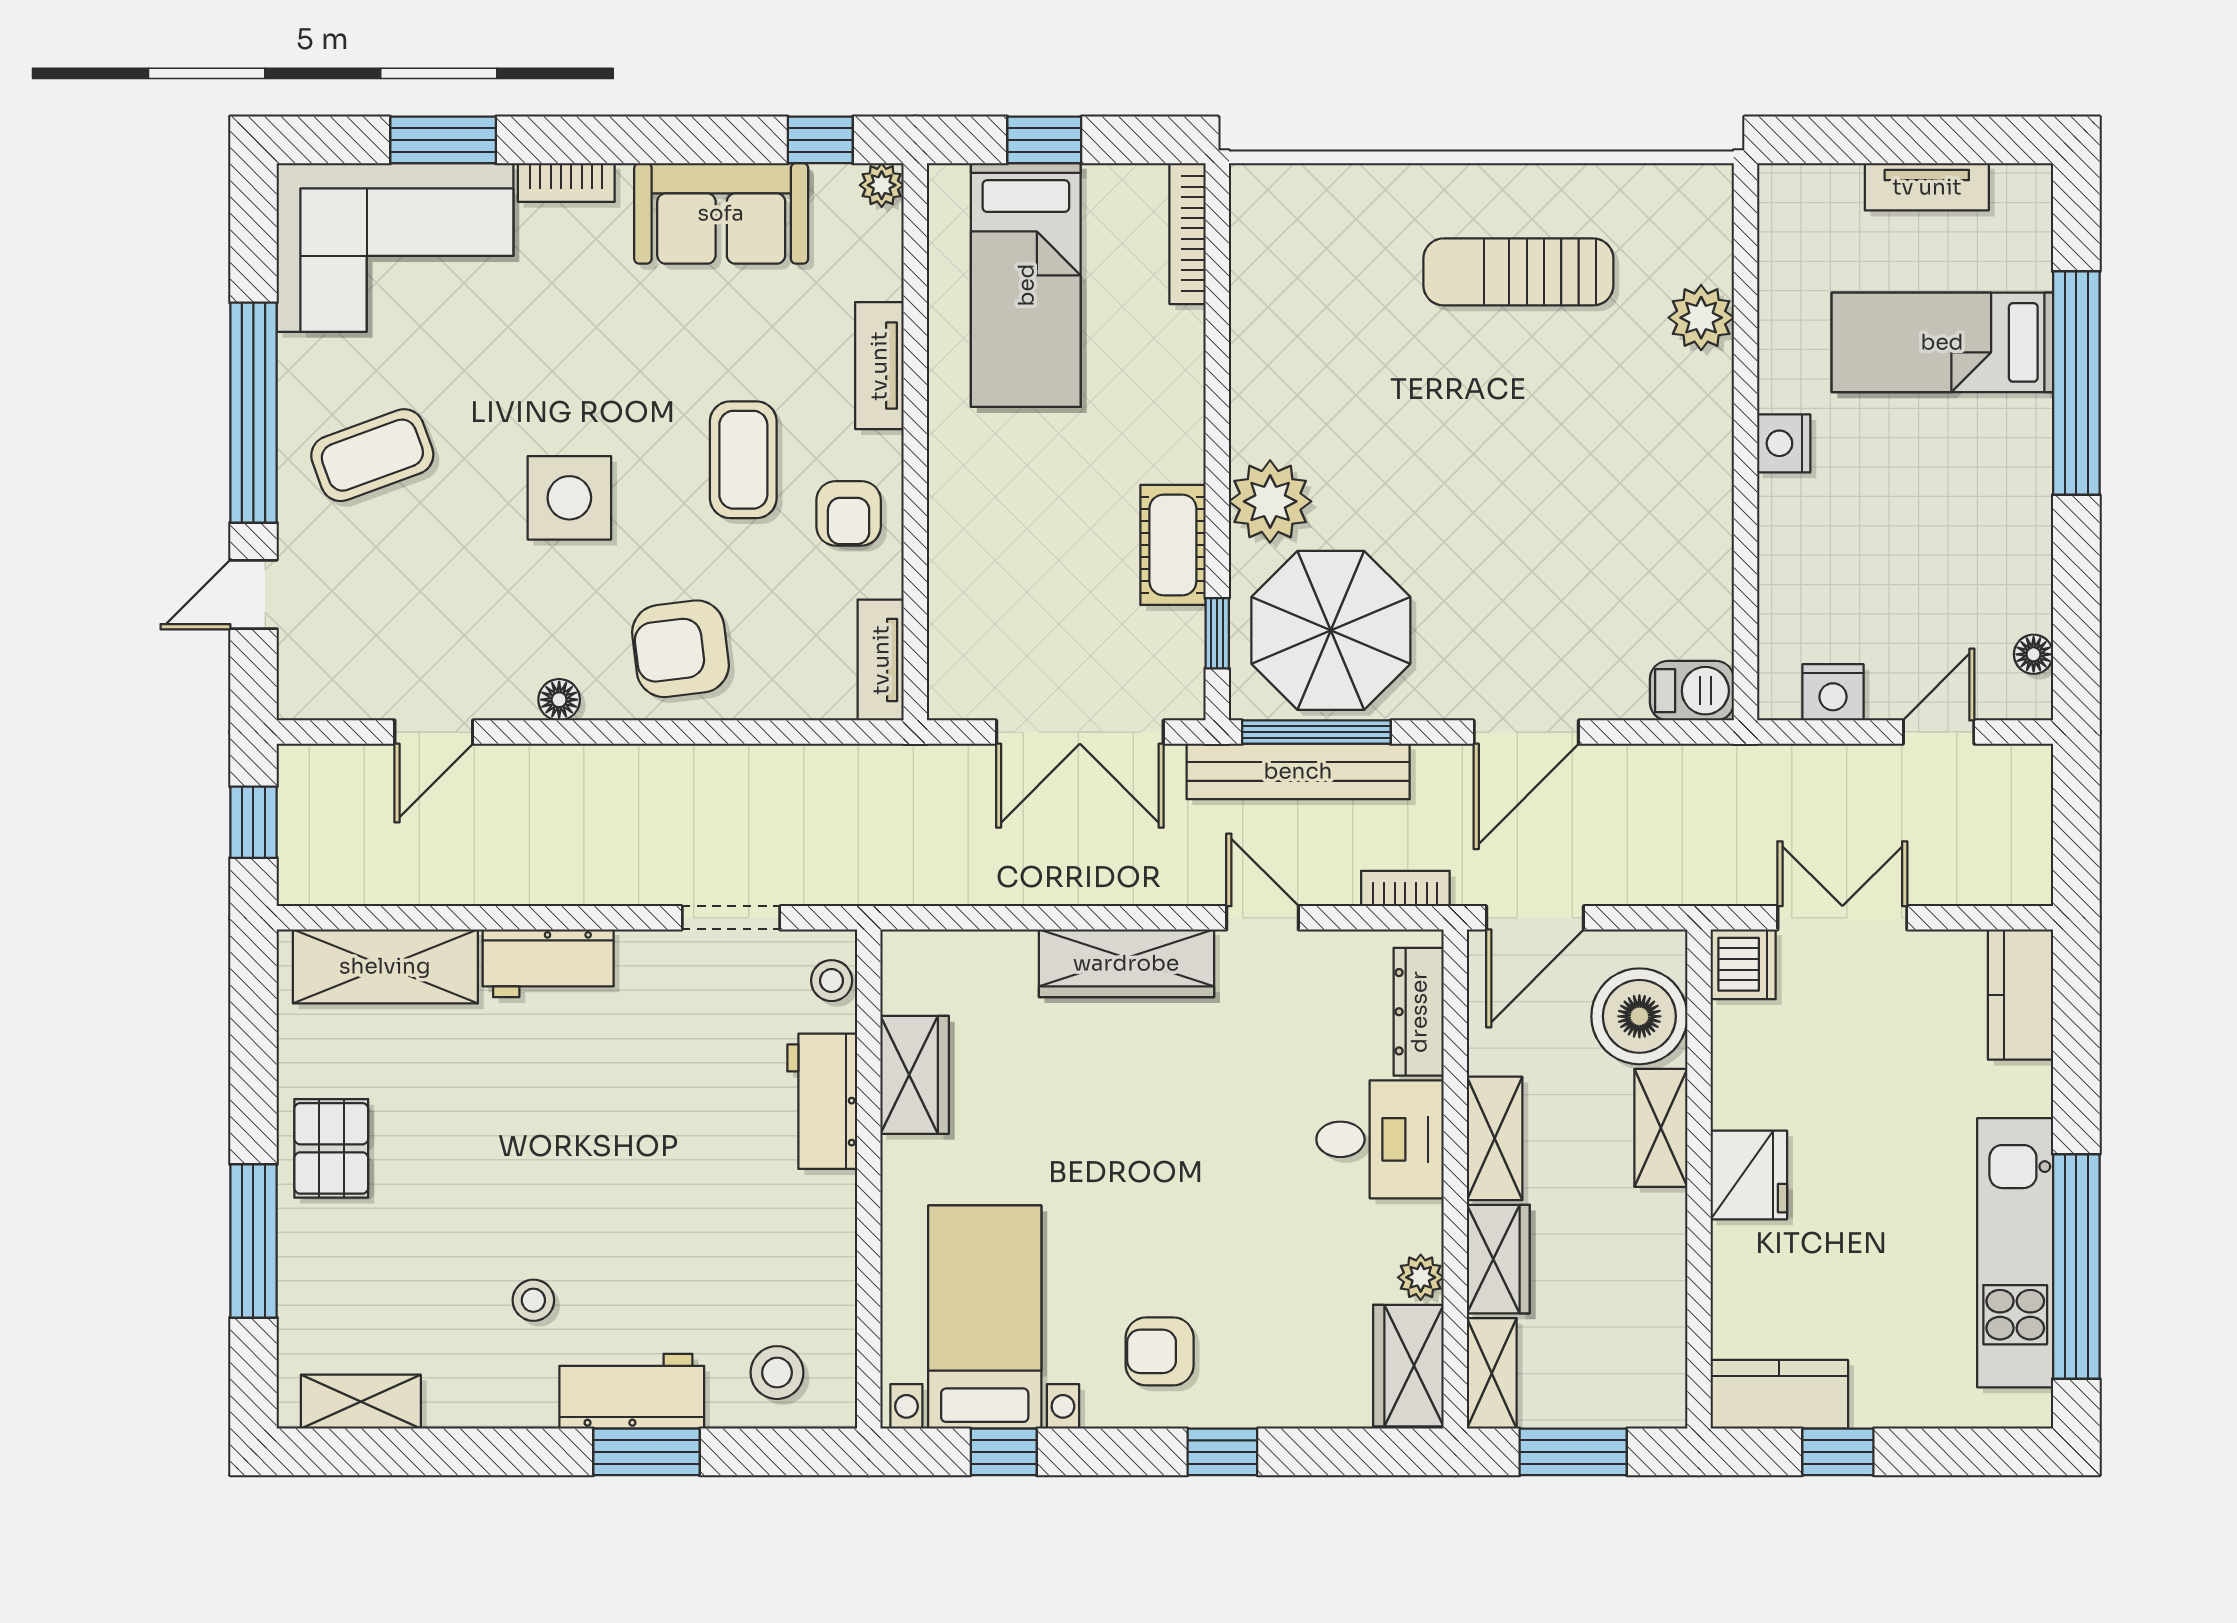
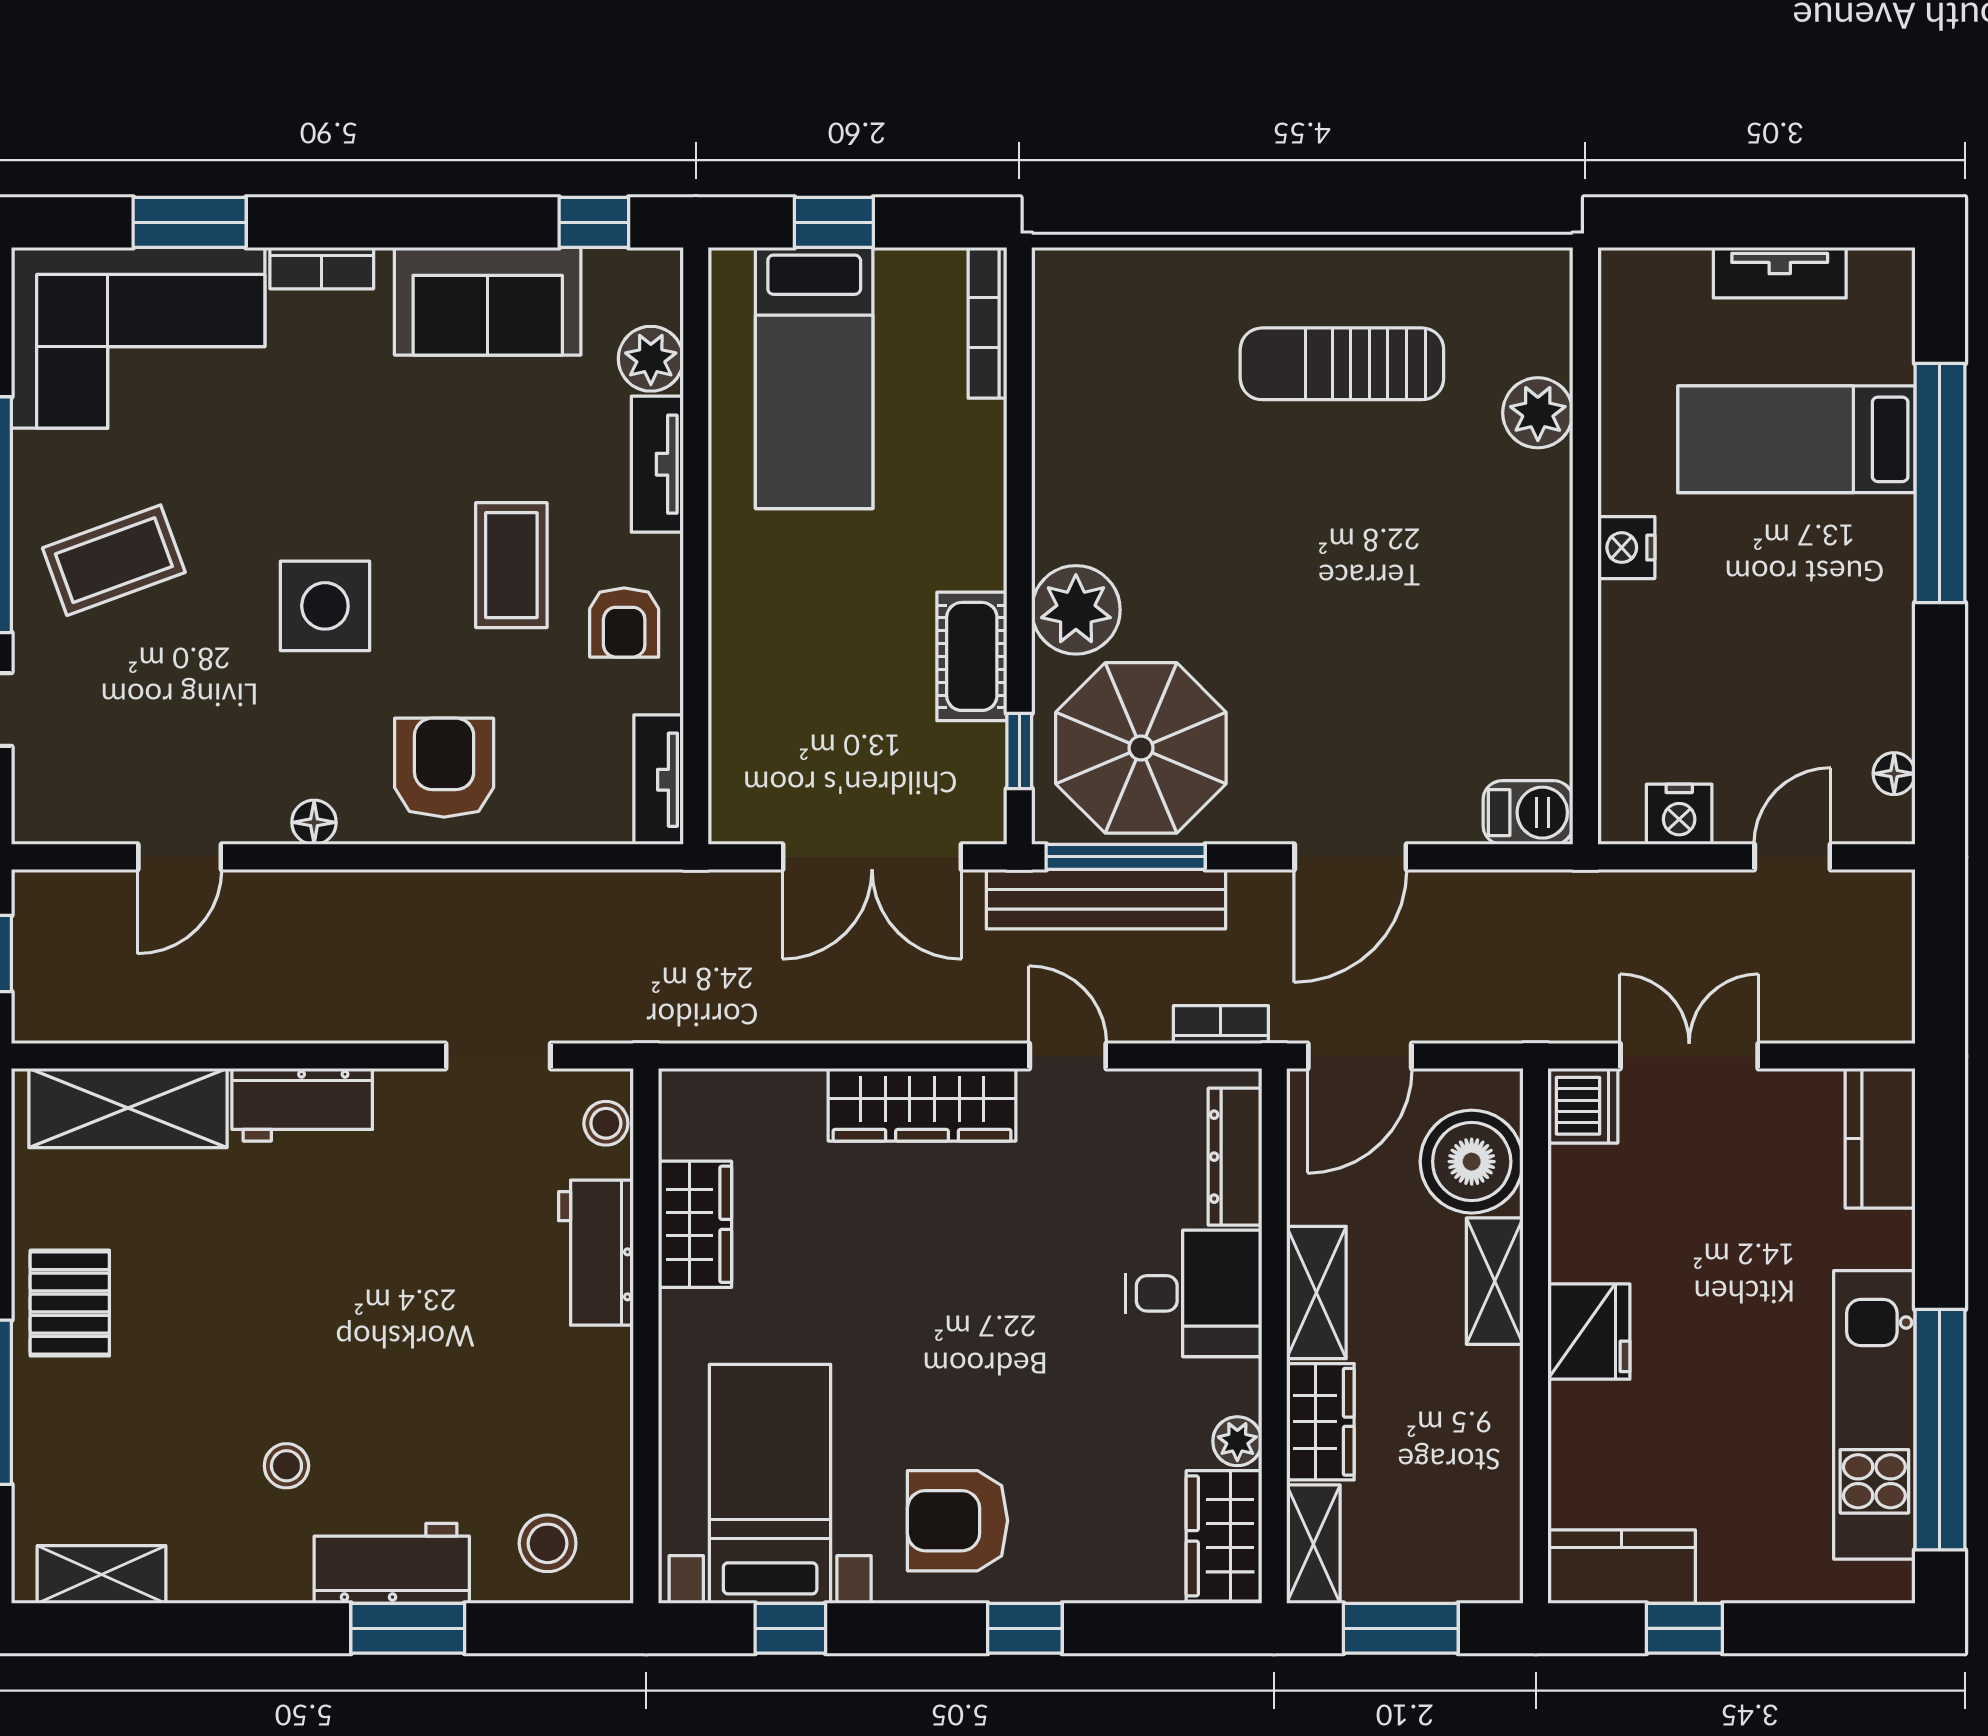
plant: (882, 185) -> (651, 359), moved, width x1.38, depth x1.38
armchair: (680, 649) -> (444, 768), turned 97
armchair: (1160, 1351) -> (958, 1521), width x1.38, depth x1.38

